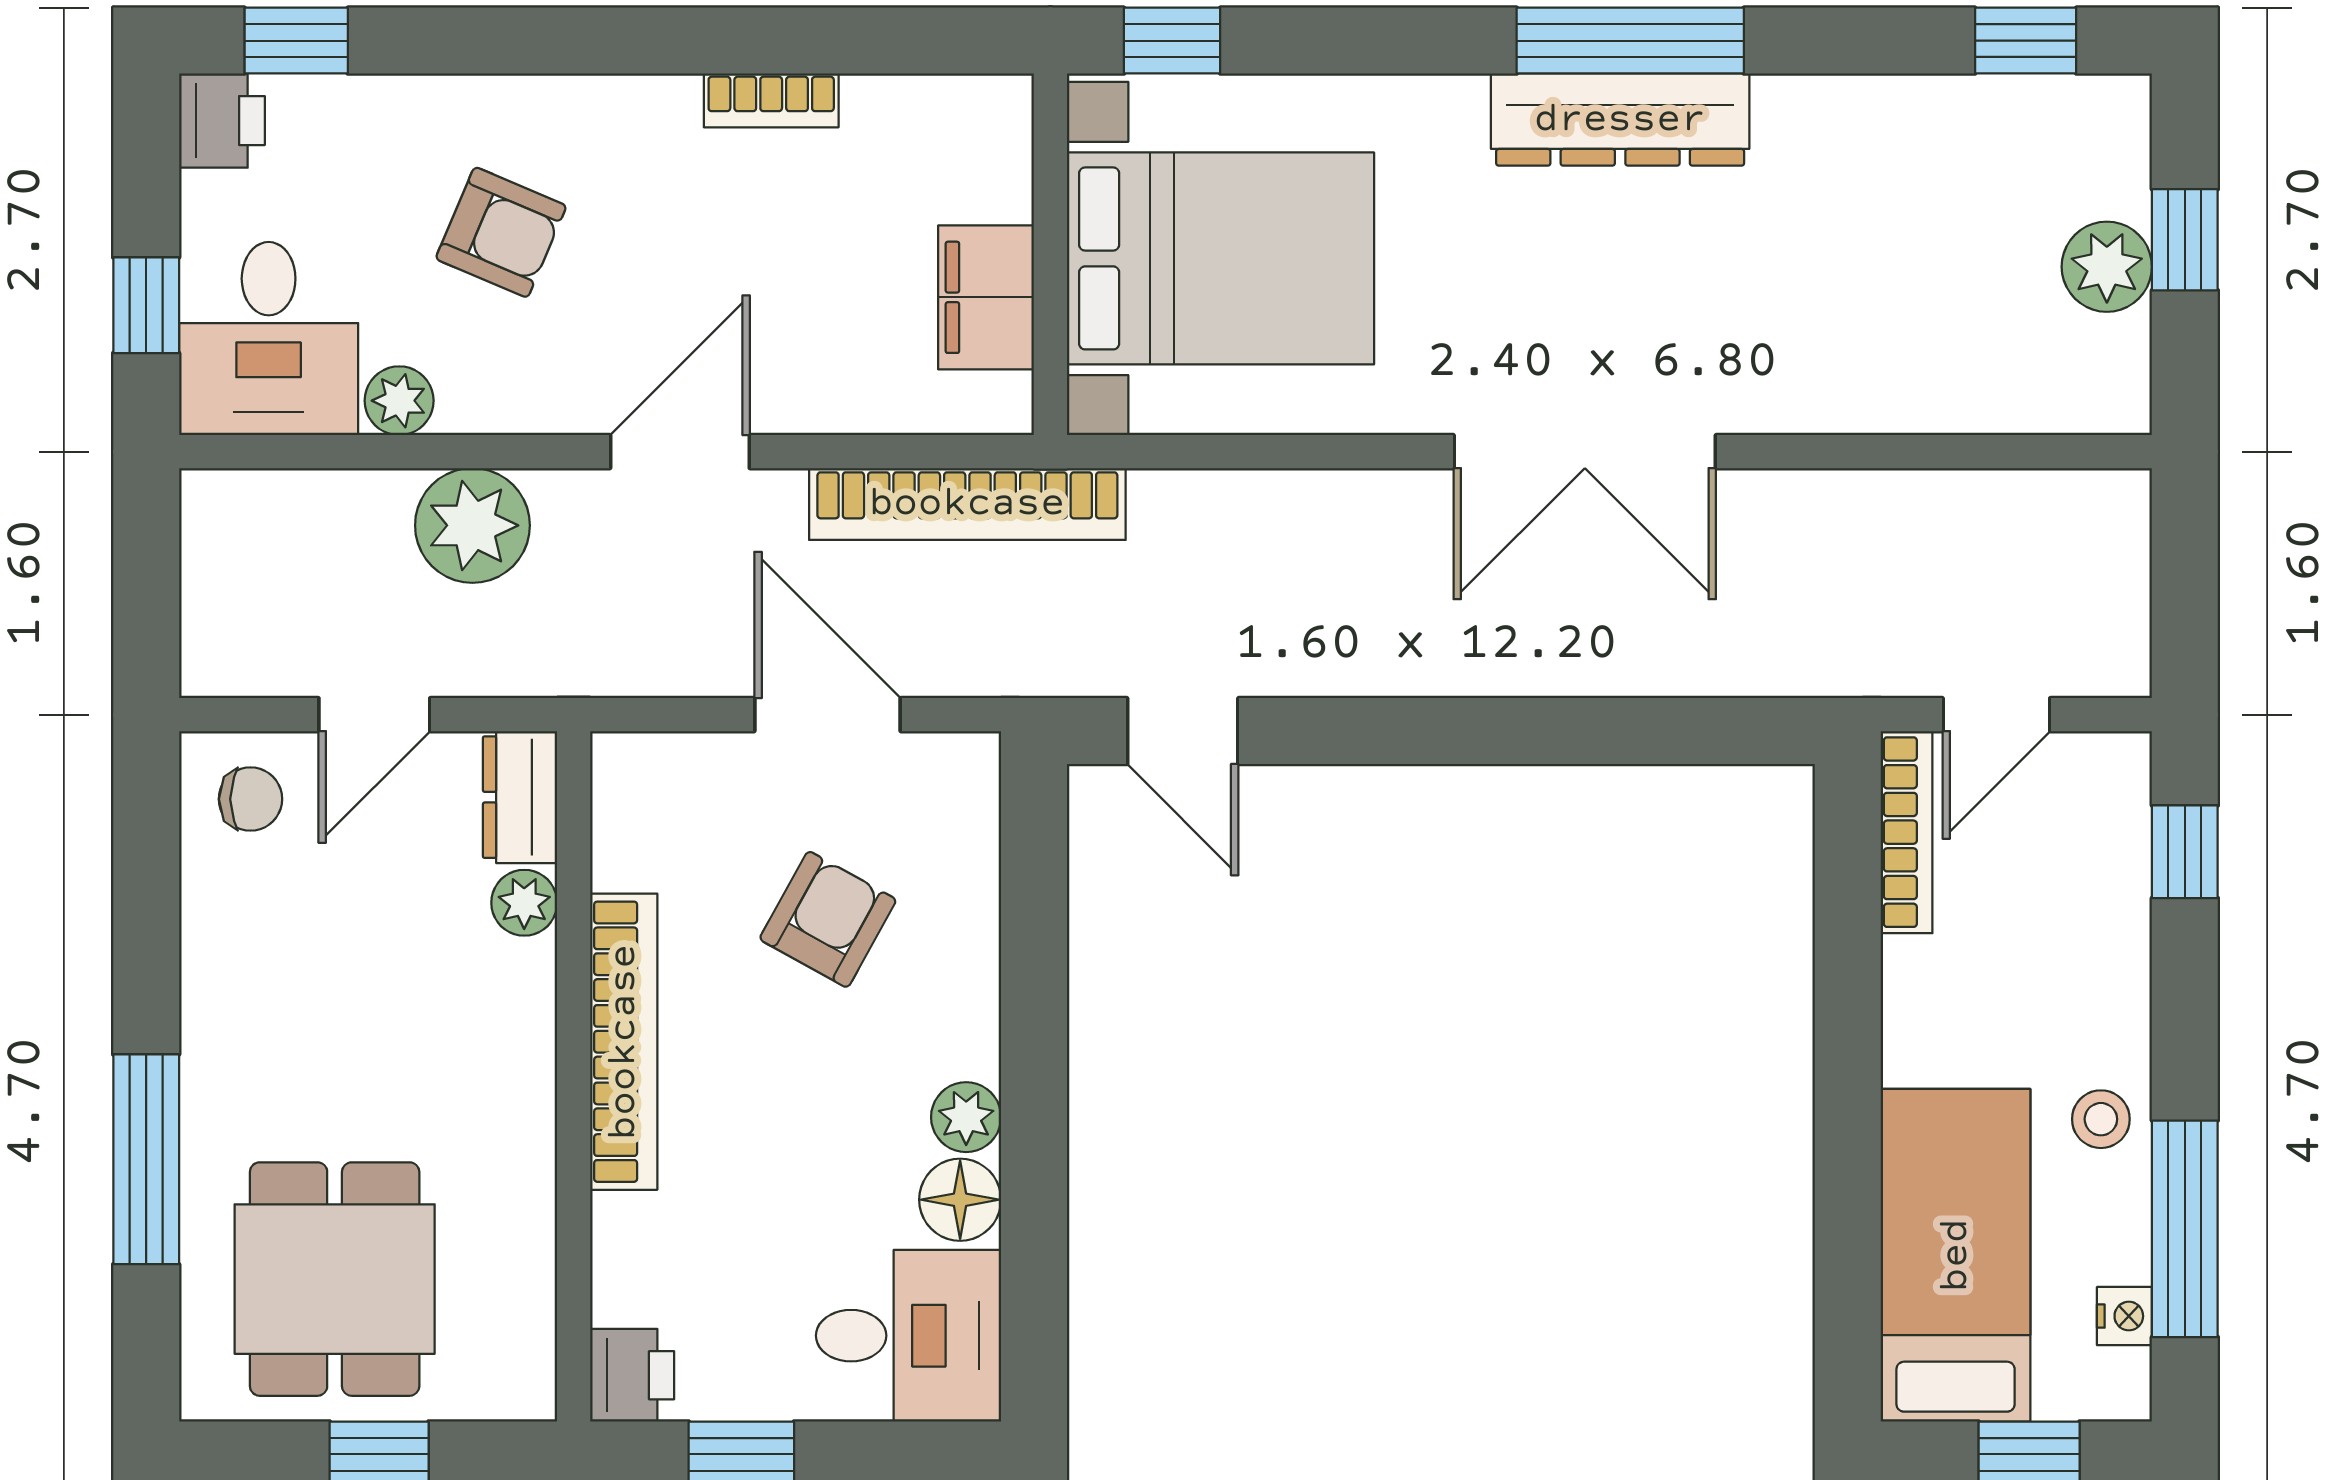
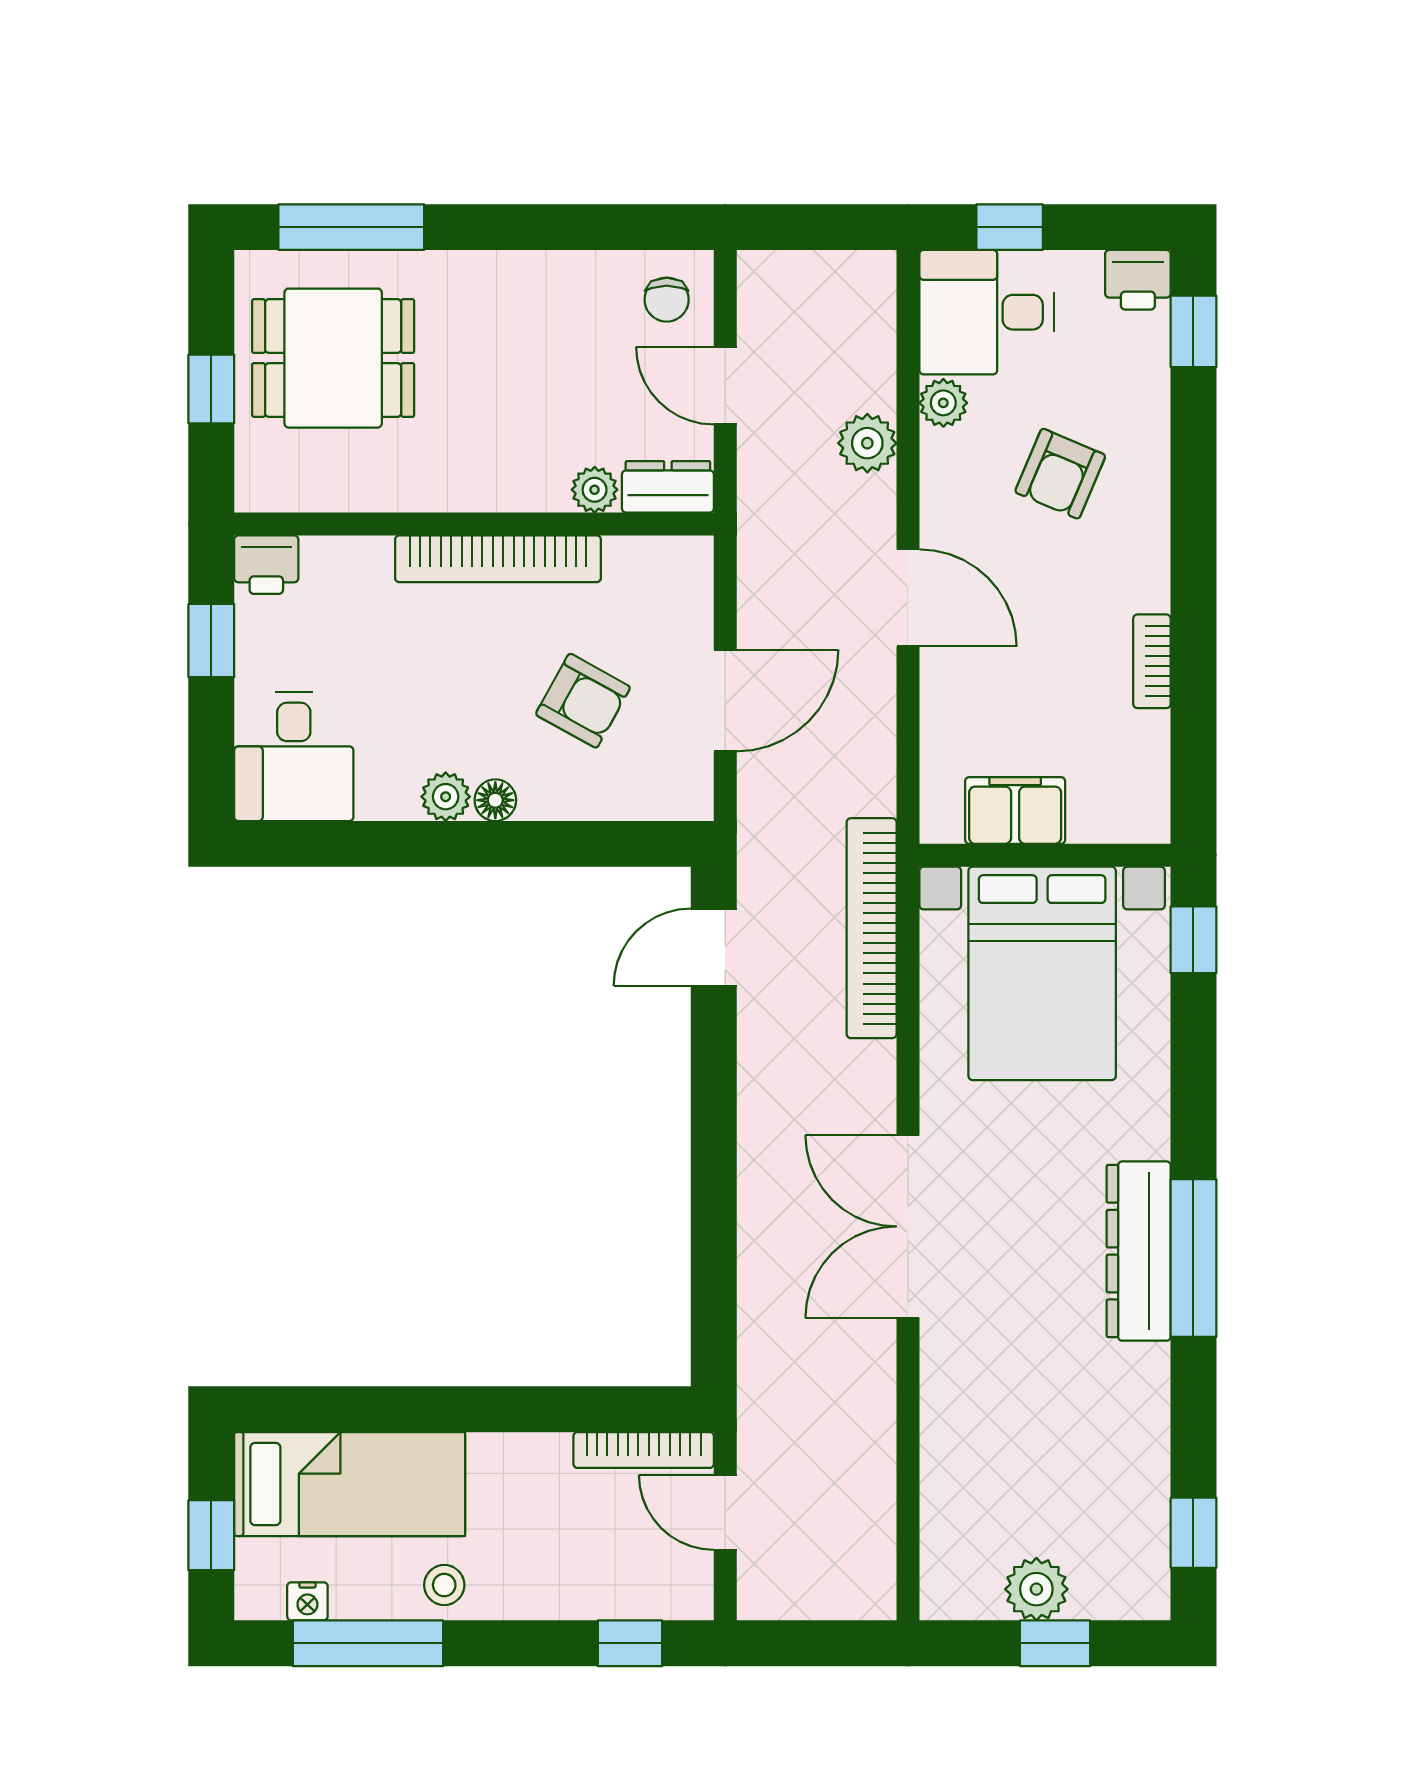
bookcase: (967, 504) -> (872, 928), moved
plant: (472, 525) -> (867, 443), width x0.73, depth x0.73
window: (146, 1159) -> (351, 227), moved
floor lamp: (960, 1200) -> (495, 800), moved, width x0.73, depth x0.73

